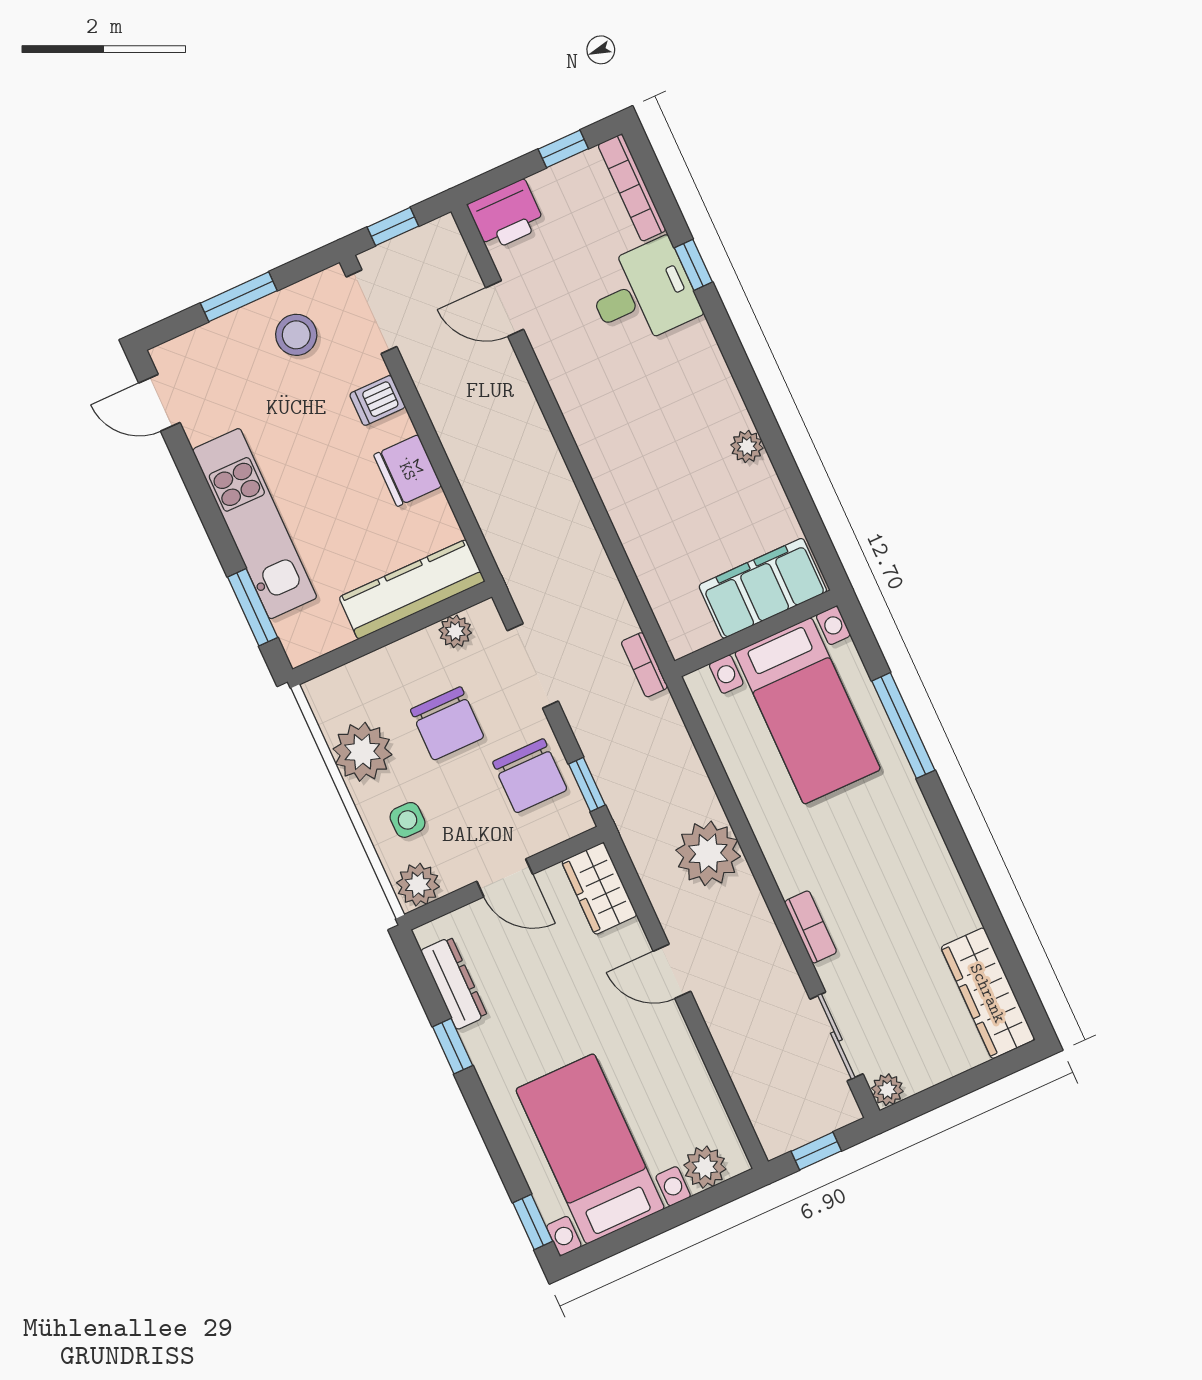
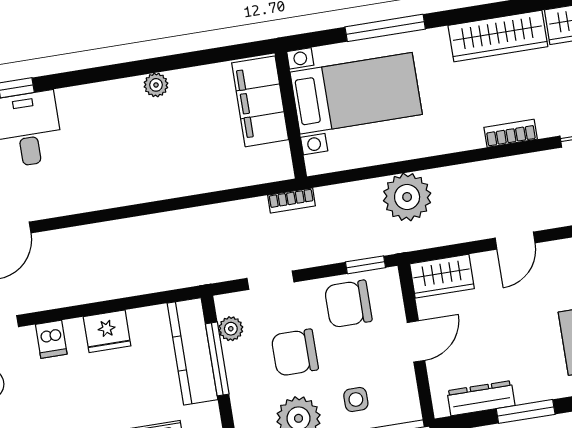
window: (411, 624) -> (217, 359), added
doorway: (533, 666) -> (270, 280), width x0.73
chair: (447, 723) -> (295, 352), turned 180
chair: (530, 776) -> (348, 304), turned 180
plant: (708, 853) -> (407, 197), moved
wardrobe: (933, 876) -> (498, 36), added
plant: (418, 885) -> (404, 405), removed
window: (453, 1046) -> (526, 411), width x1.50

